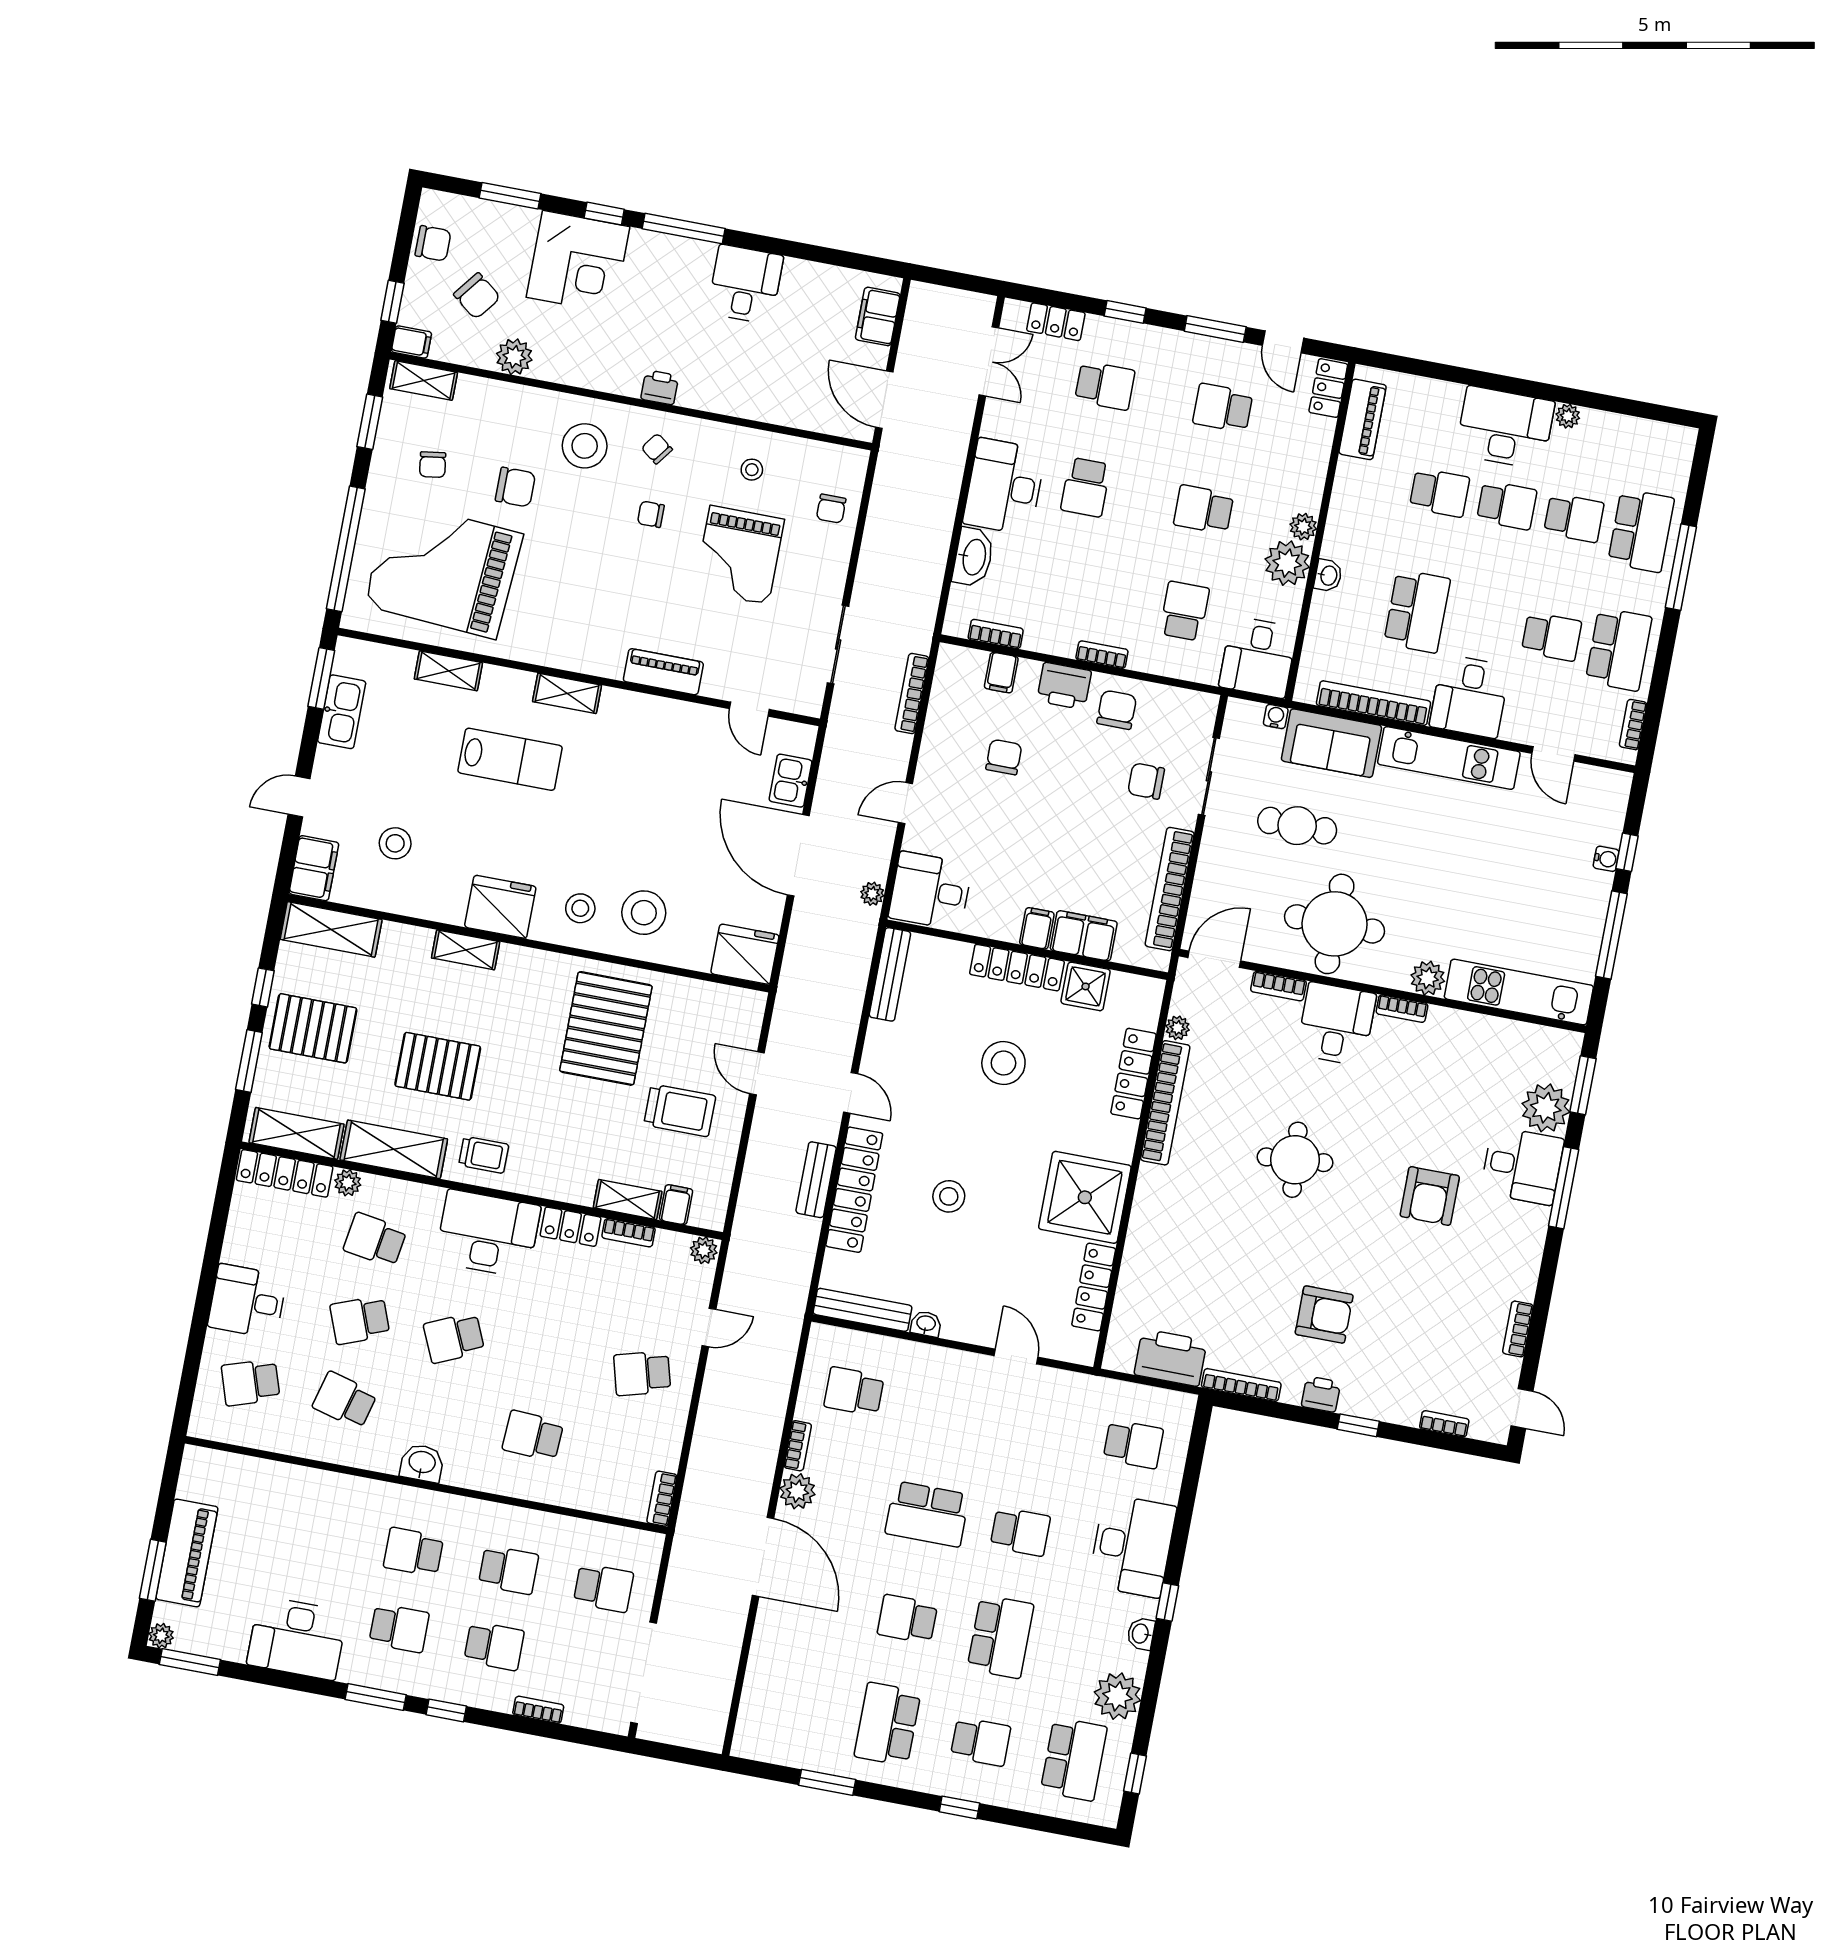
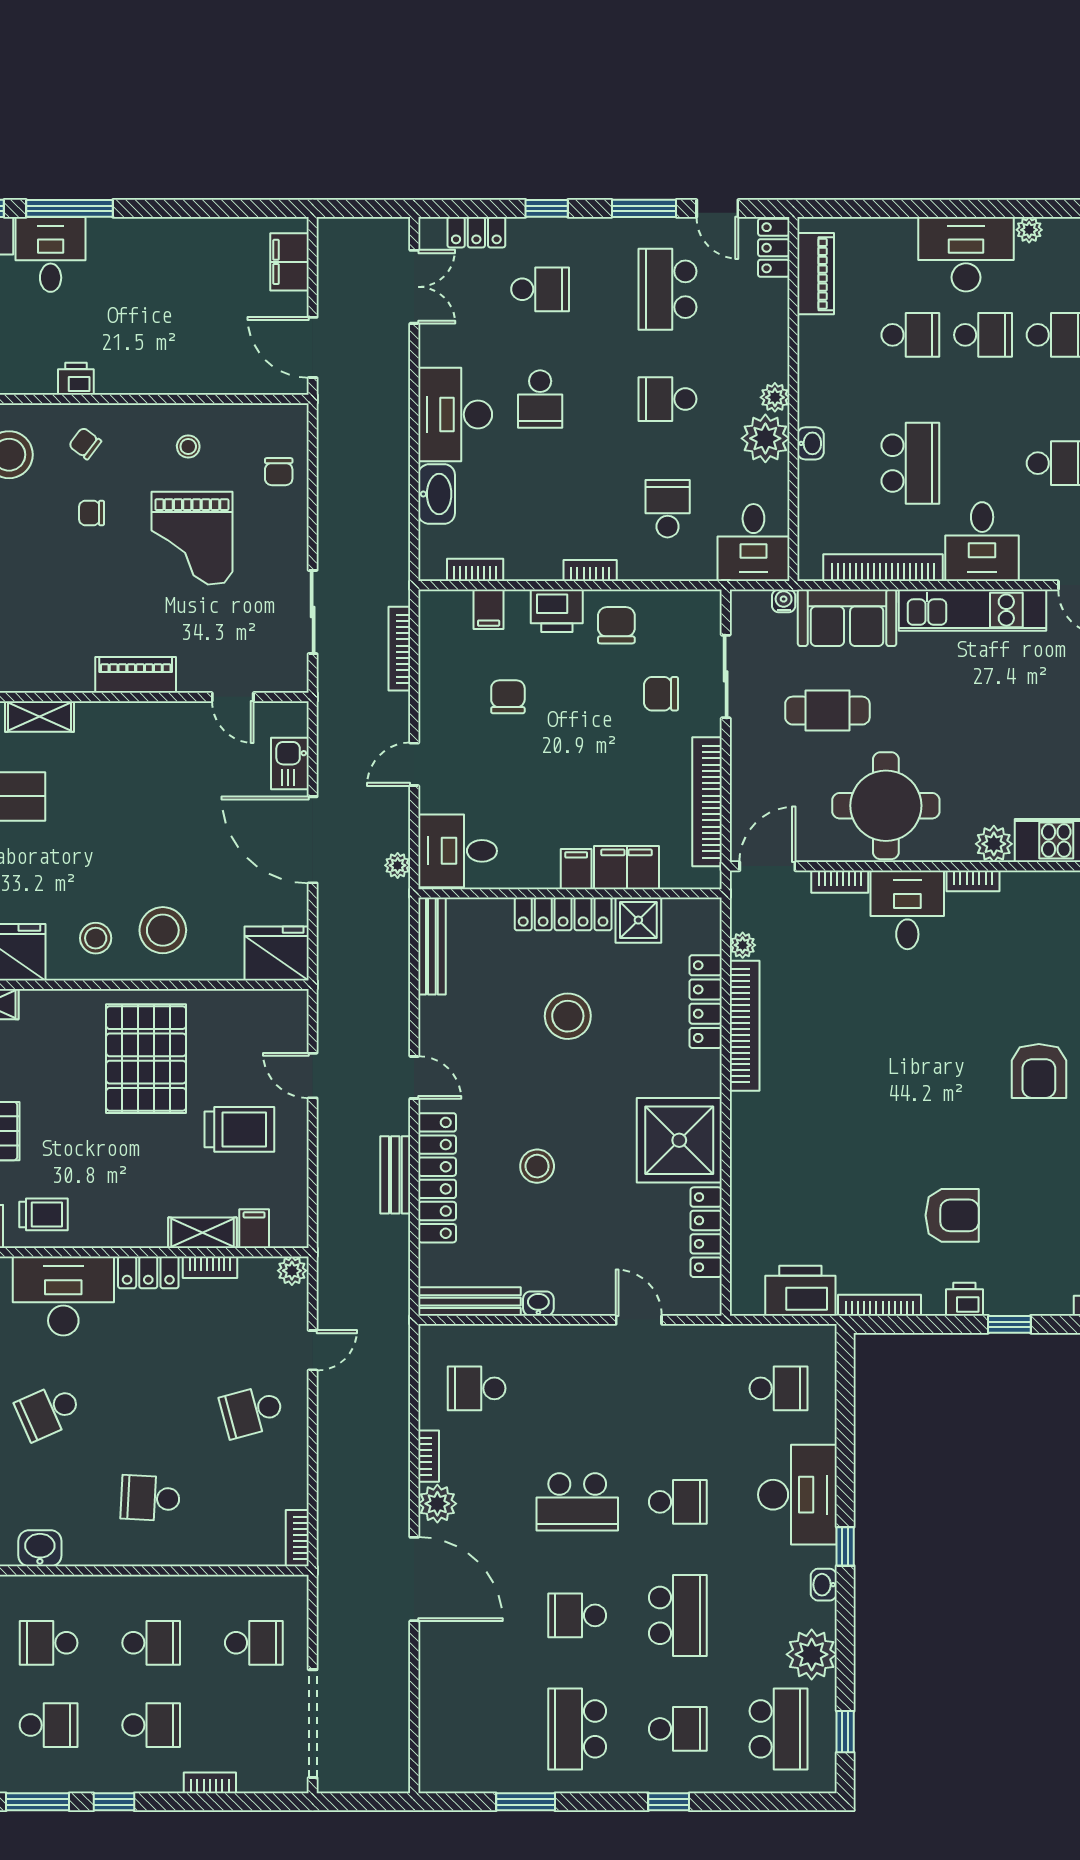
desk: (745, 284) -> (51, 254), moved
school desk: (1223, 408) -> (668, 289), width x1.85
round table: (1295, 1160) -> (891, 1060), removed

